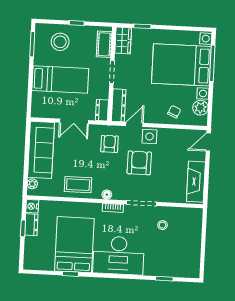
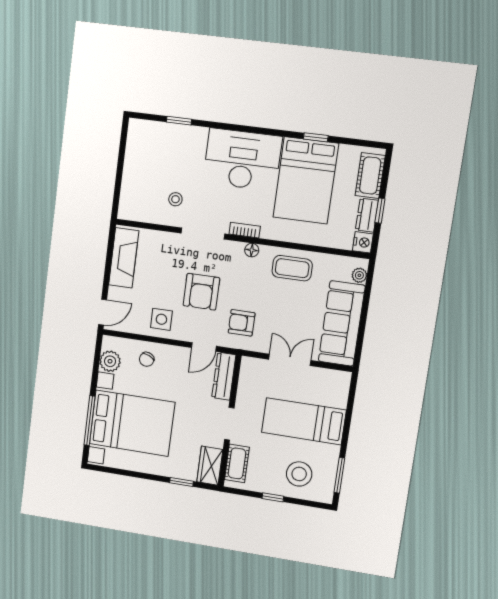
dresser: (102, 110) -> (248, 372), removed
side table: (150, 136) -> (161, 319), moved
armchair: (109, 144) -> (242, 323), turned 90
cot: (32, 251) -> (370, 176), added

